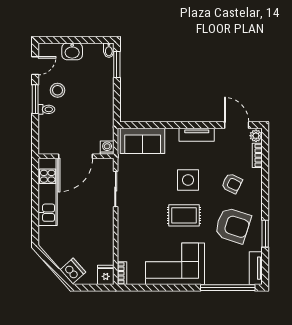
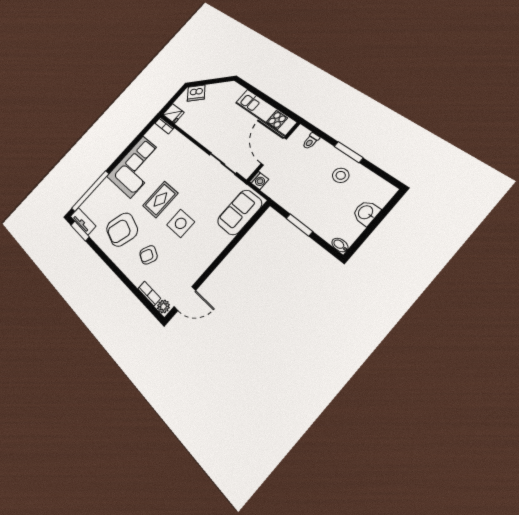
window: (117, 64) -> (299, 225), moved
door: (35, 66) -> (379, 172), removed
toilet: (46, 109) -> (311, 141), moved
tv unit: (197, 135) -> (206, 259), removed
window: (265, 234) -> (80, 231), moved

